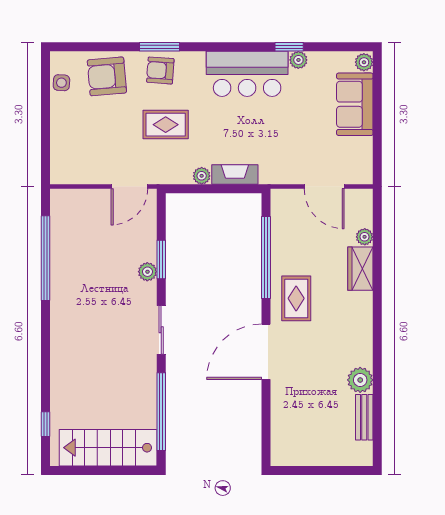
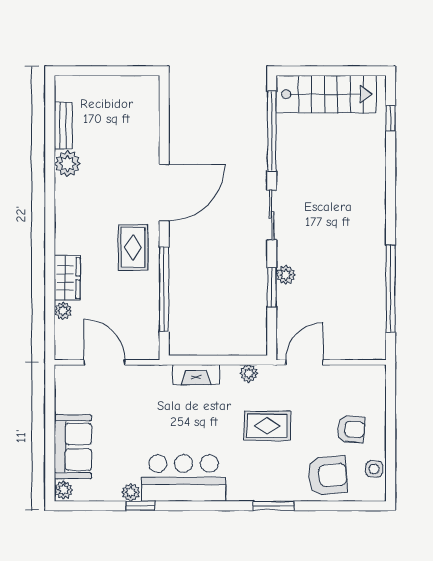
armchair: (160, 70) -> (351, 429), moved
plant: (202, 176) -> (249, 373), moved

